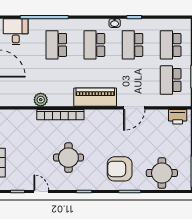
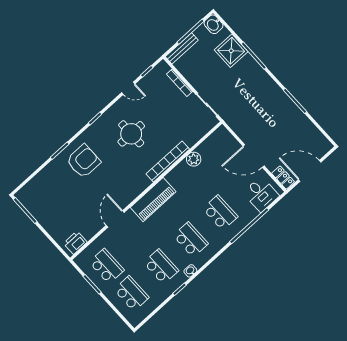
round table: (162, 173) -> (48, 188), removed

